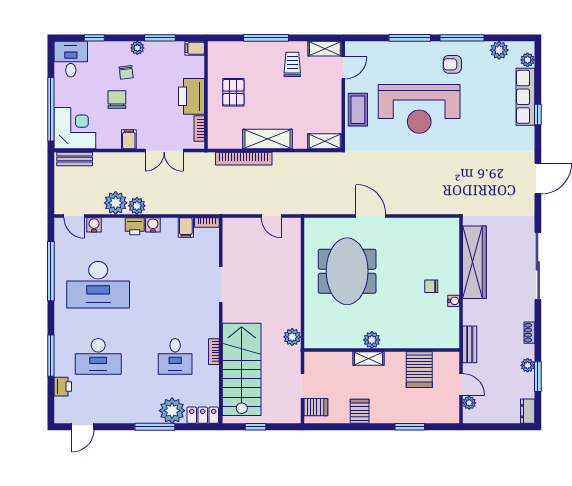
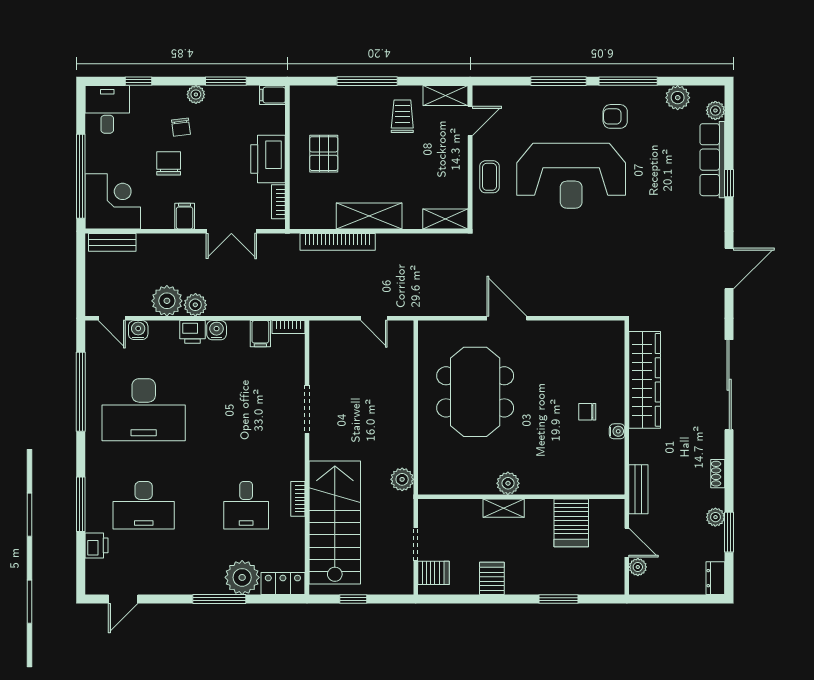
coffee table: (358, 110) -> (489, 177), width x0.73, depth x0.77

